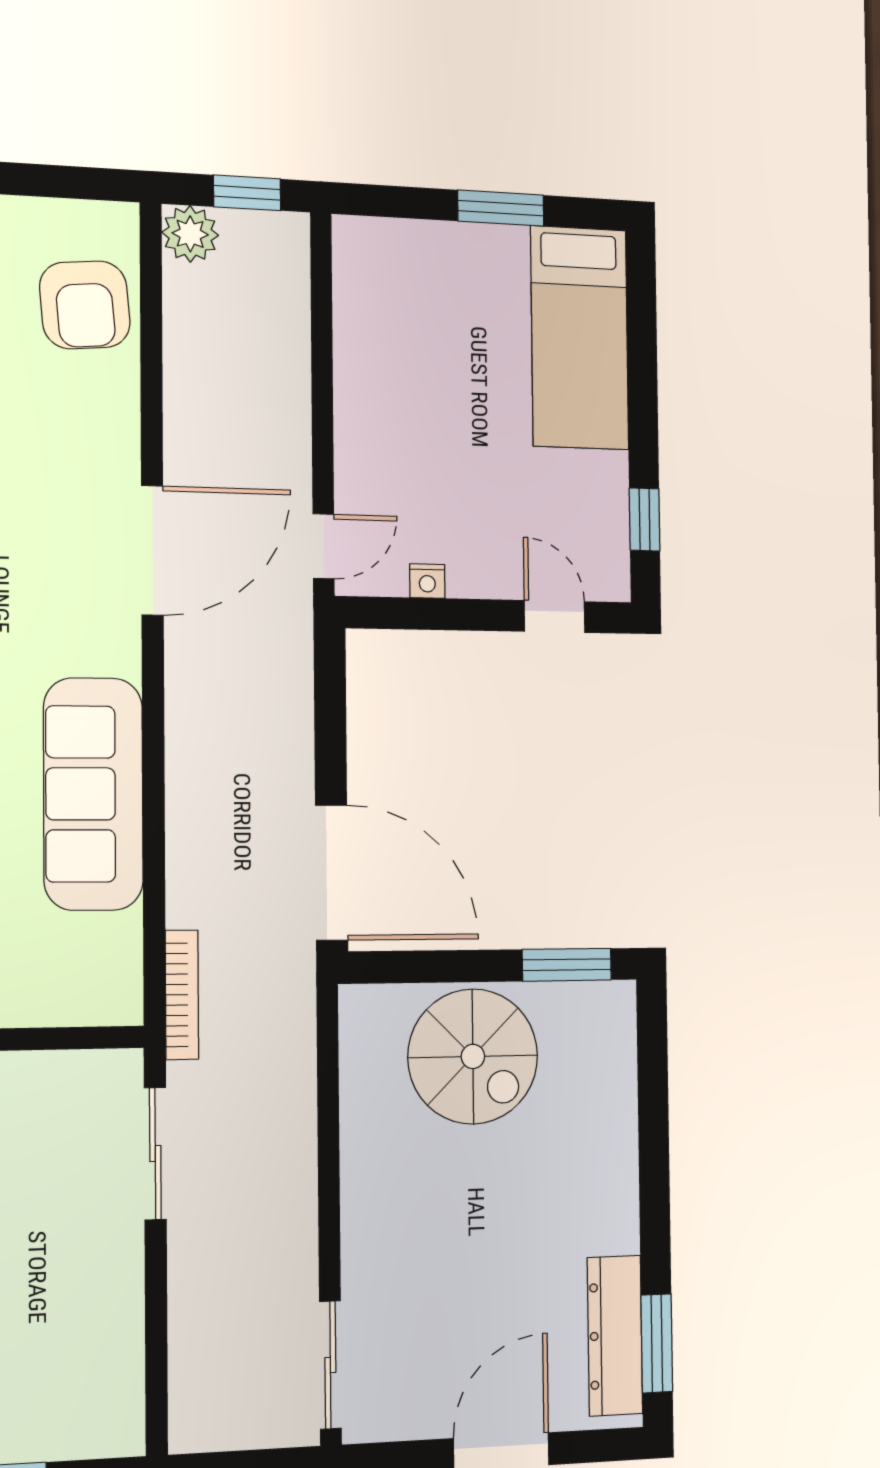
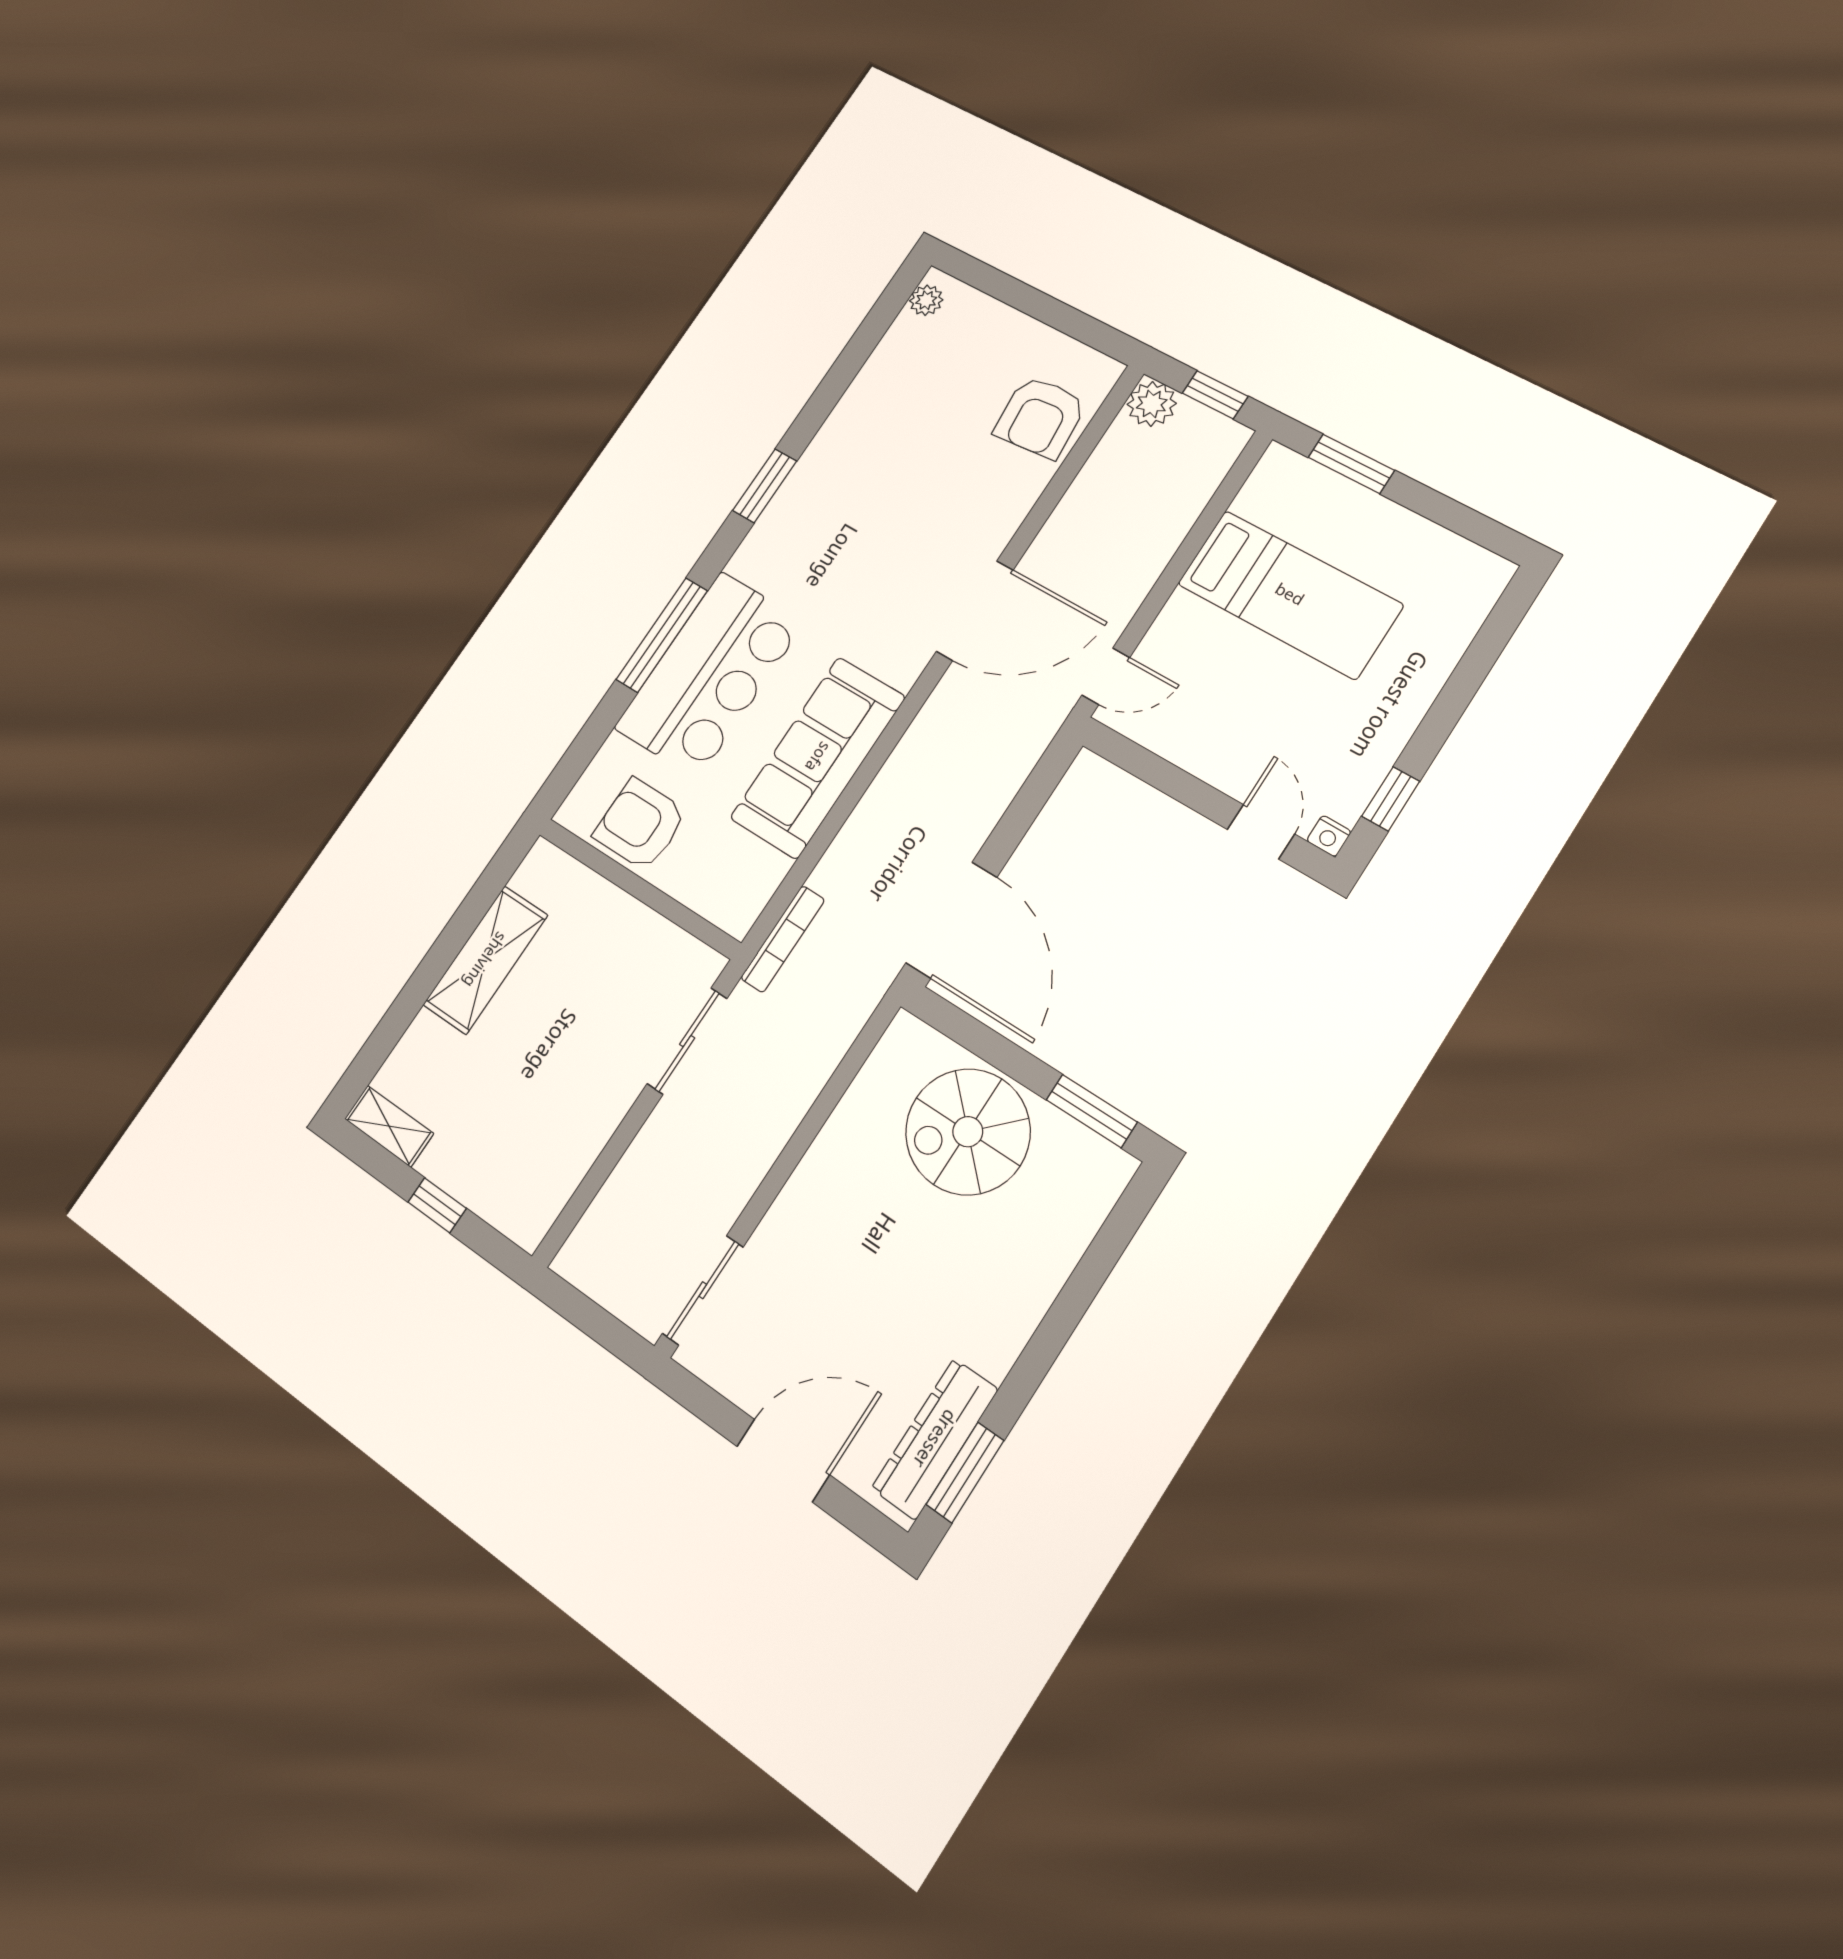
window: (501, 208) -> (1351, 464), moved
bed: (580, 338) -> (1290, 594), moved, turned -90
nightstand: (427, 581) -> (1329, 836), moved
spiral stairs: (473, 1056) -> (968, 1132), turned 90

